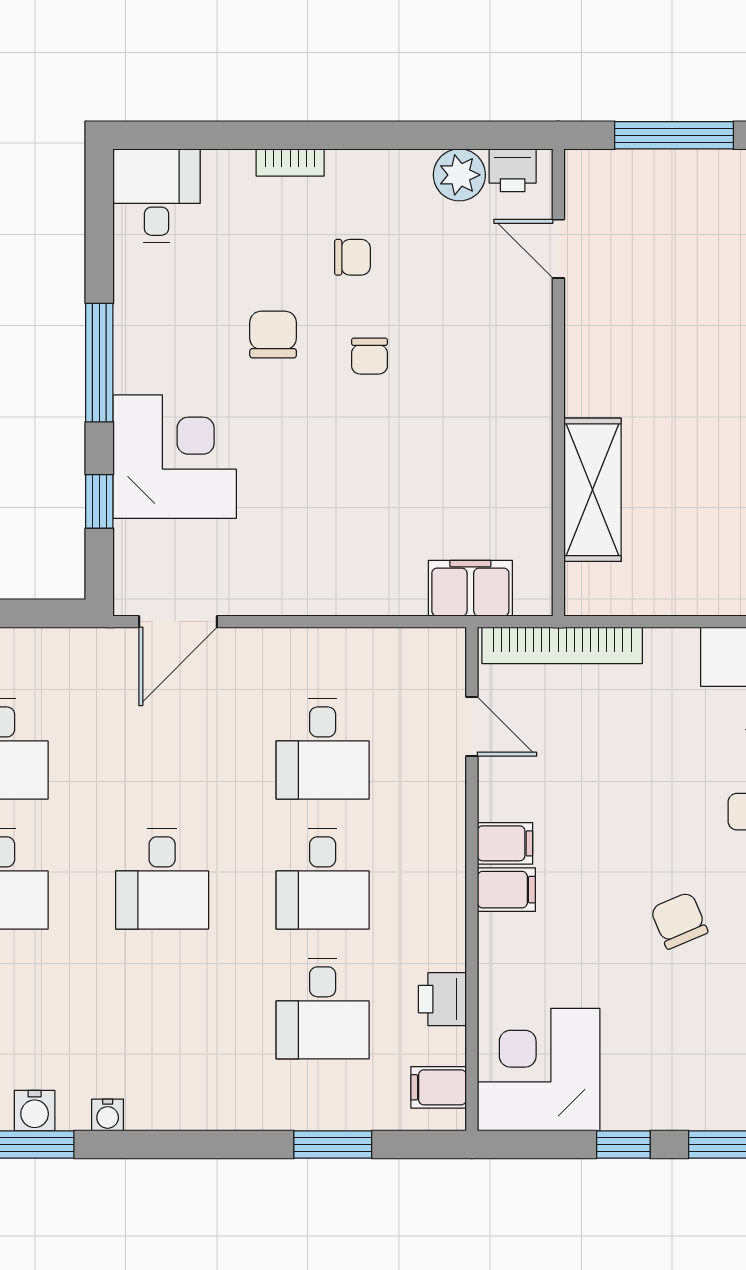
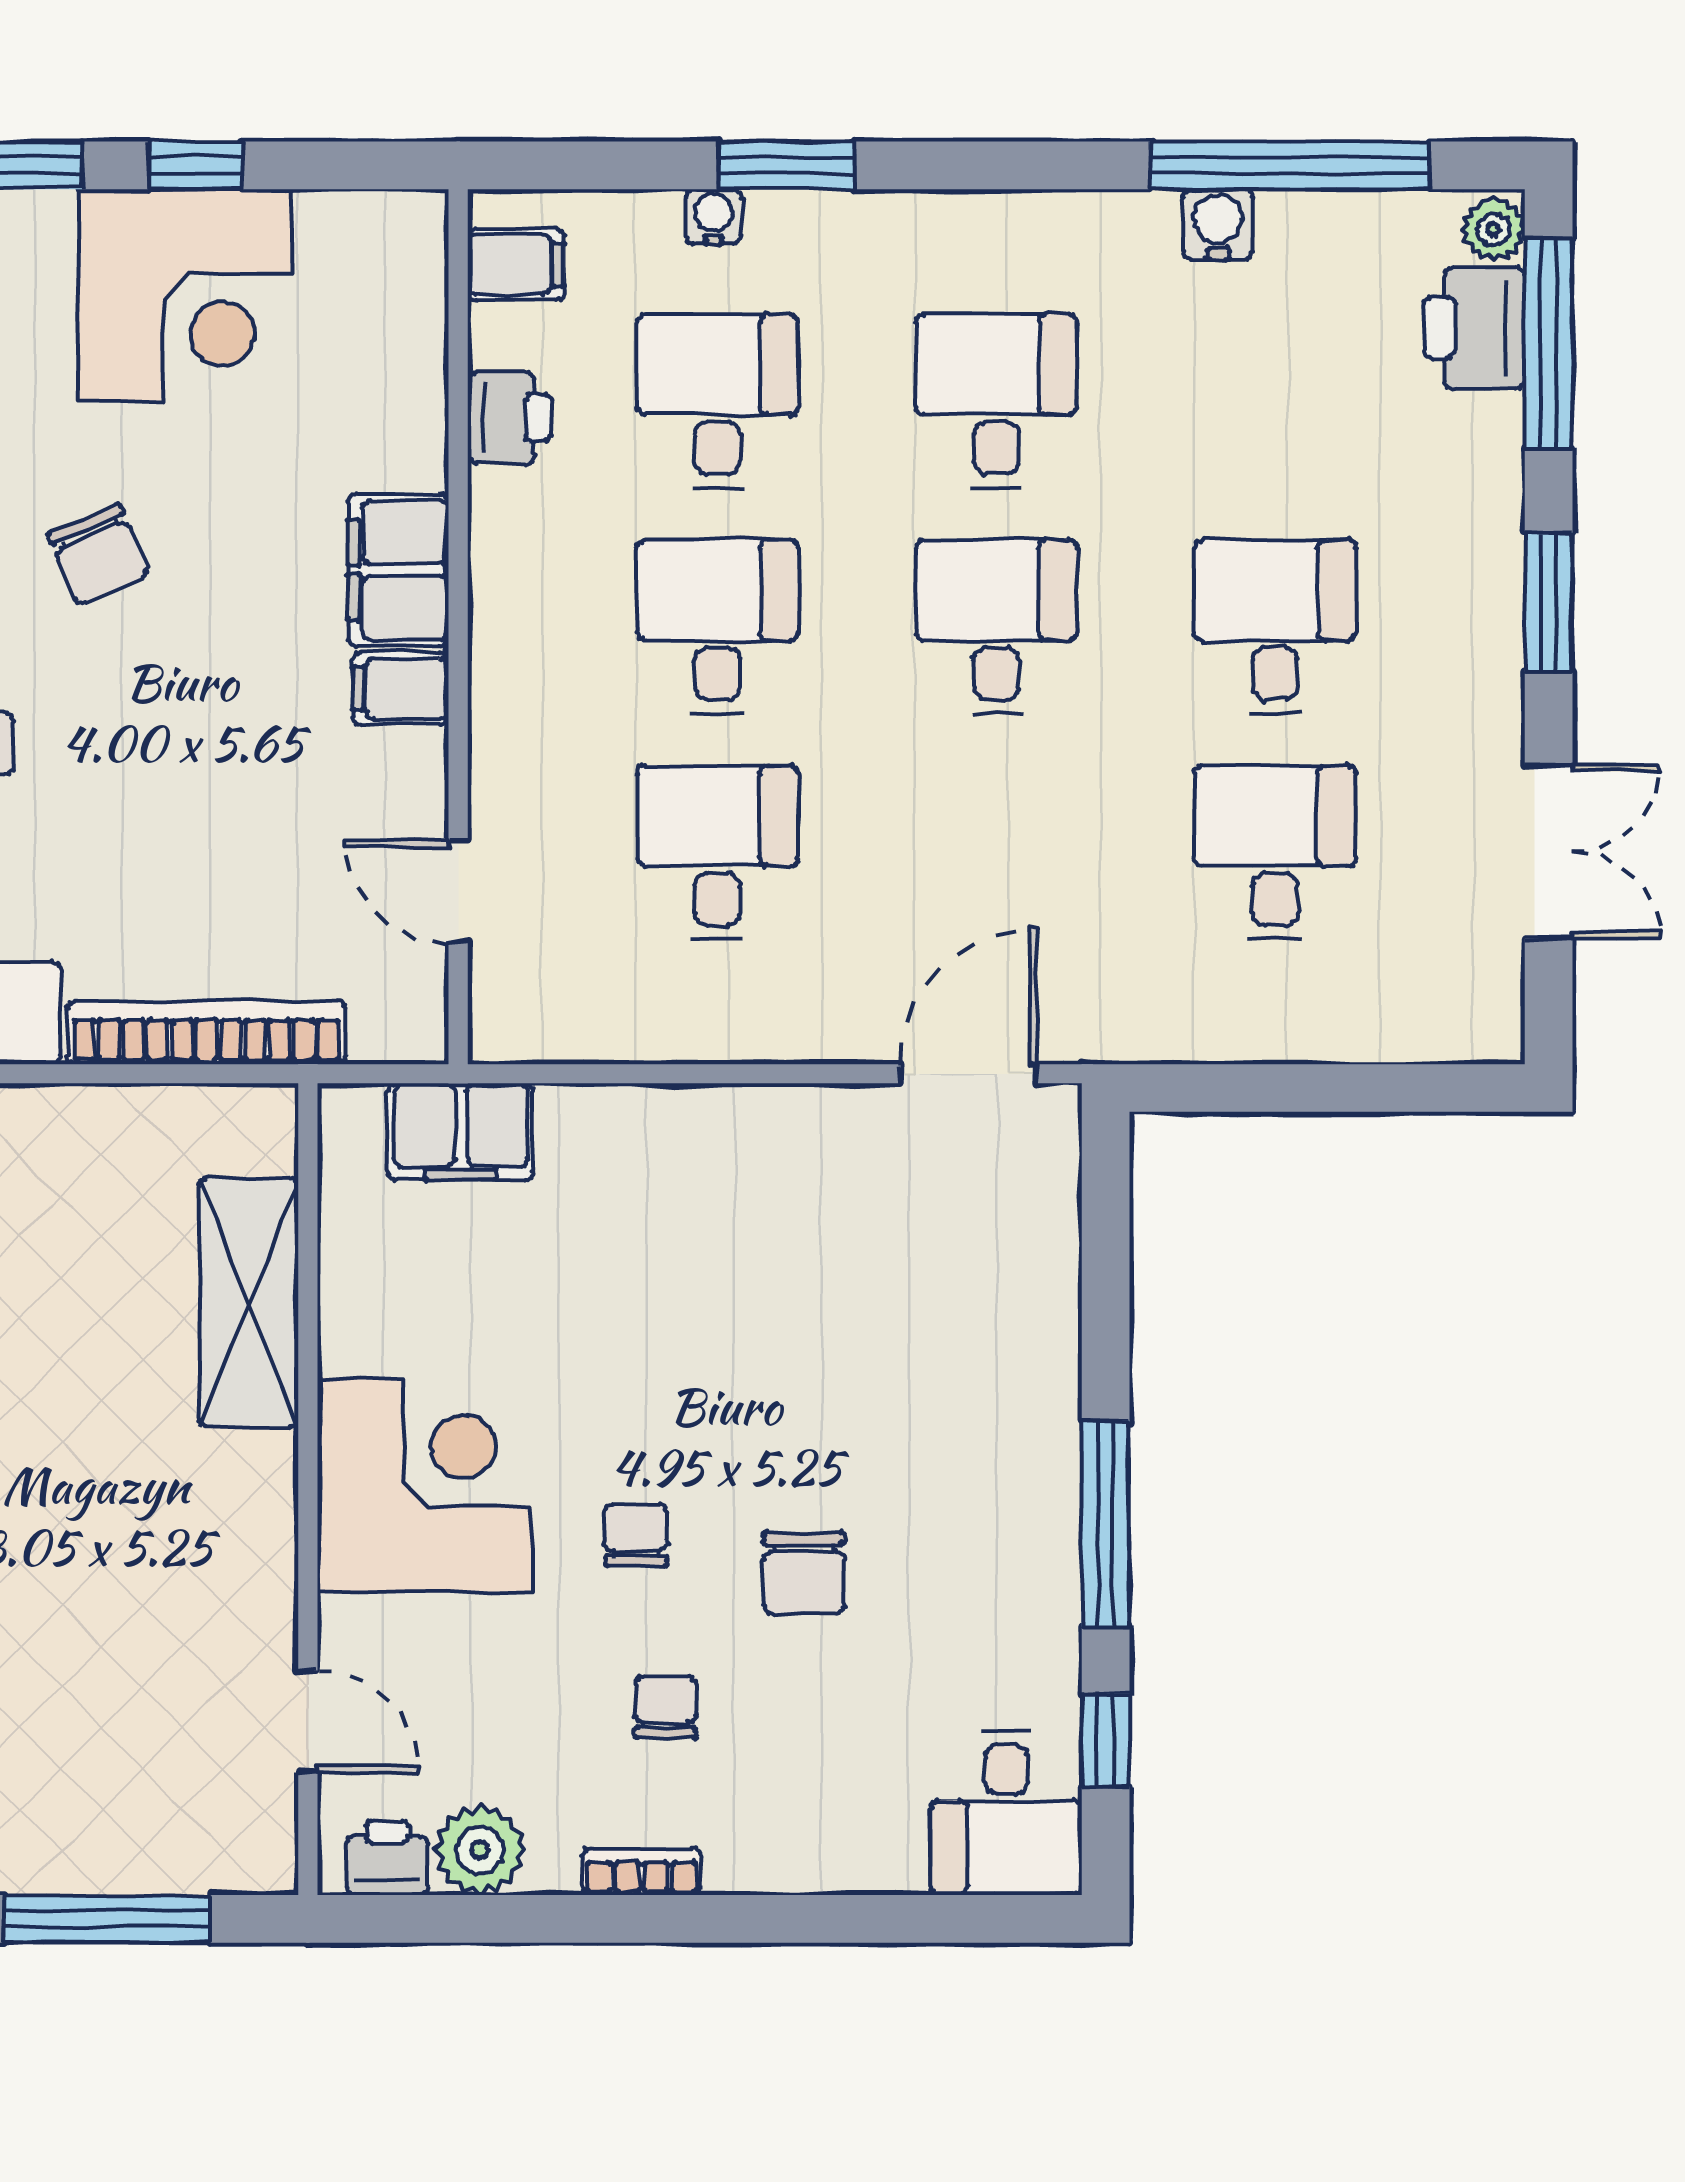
bookcase: (290, 162) -> (641, 1871), moved
chair: (352, 257) -> (666, 1707), turned 90
corner desk: (175, 457) -> (425, 1485), moved, turned 180
window: (99, 501) -> (1106, 1740), moved
bookcase: (562, 645) -> (206, 1033), moved
filing cabinet: (506, 890) -> (398, 570), width x2.00
desk: (162, 1009) -> (996, 401), added
corner desk: (539, 1070) -> (185, 295), moved
water cooler: (108, 1115) -> (713, 217), moved
window: (333, 1144) -> (787, 165), moved

